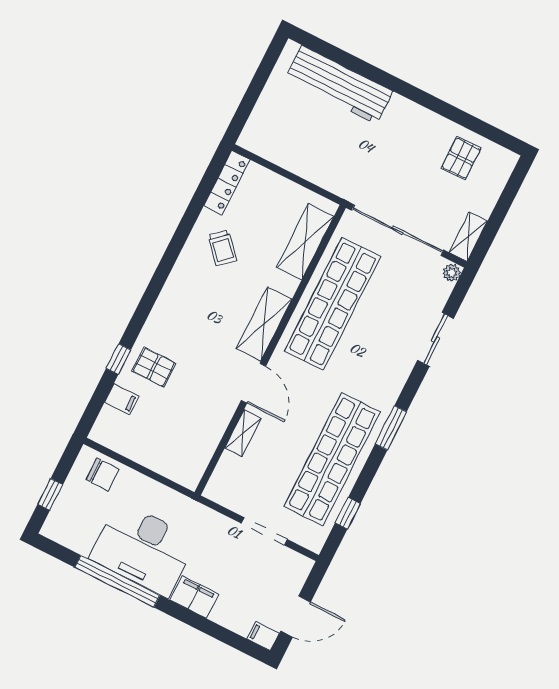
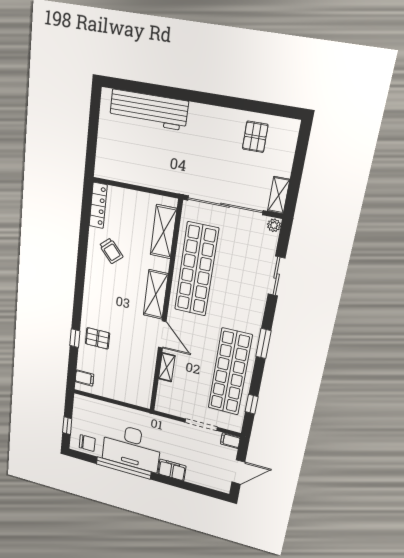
filing cabinet: (122, 399) -> (84, 378), moved
chair: (103, 474) -> (87, 443), moved
filing cabinet: (263, 636) -> (230, 441), moved

